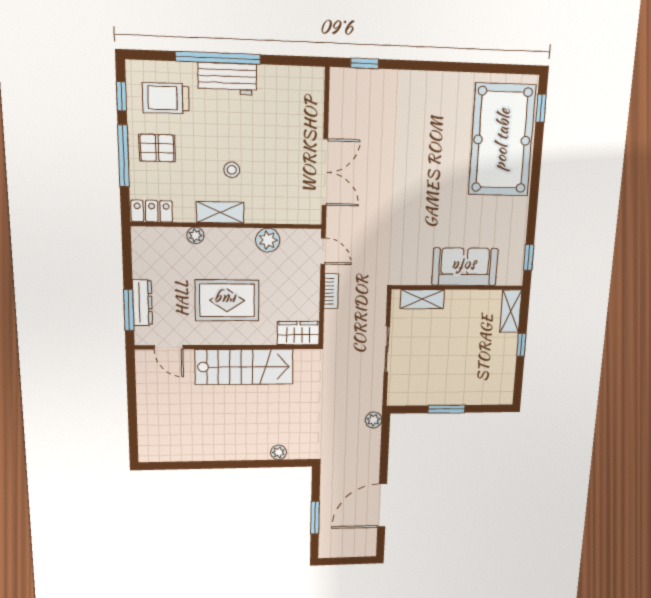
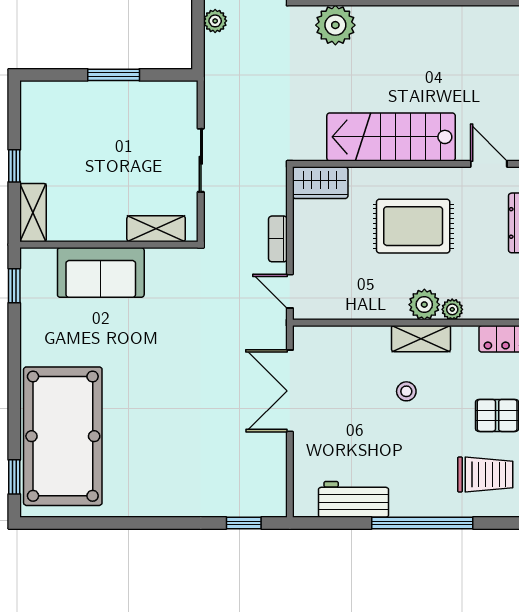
workbench: (227, 79) -> (353, 499), moved
plant: (268, 240) -> (424, 305), moved
plant: (373, 420) -> (215, 21), moved
plant: (279, 452) -> (335, 25), width x1.88, depth x1.88

